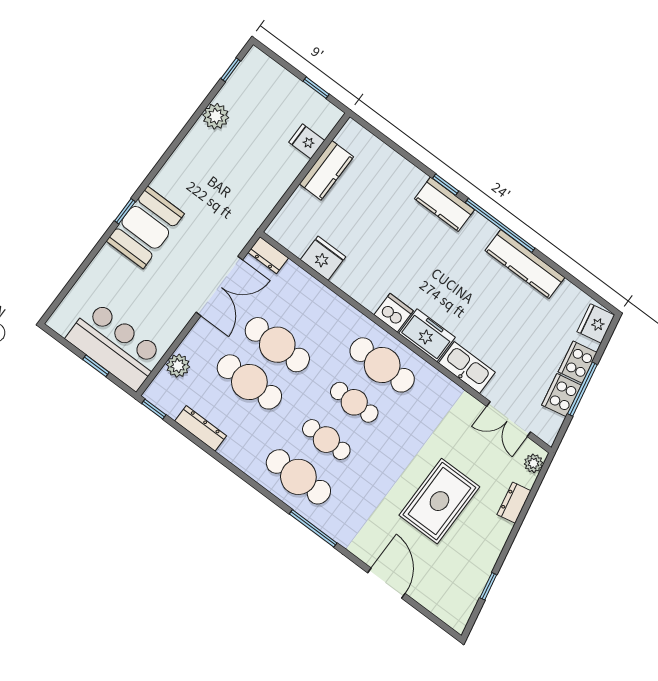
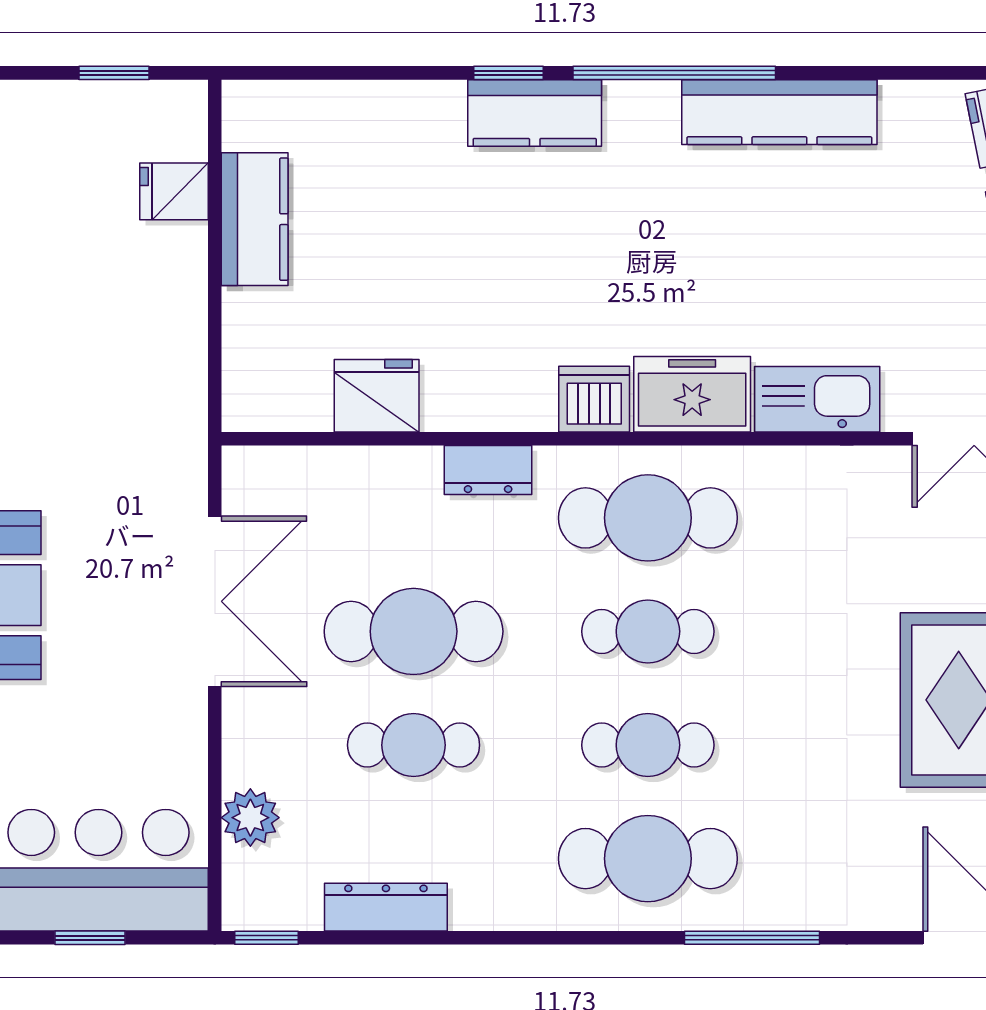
dresser: (268, 255) -> (488, 470), moved
cafe table: (249, 382) -> (414, 745), width x0.73, depth x0.74

